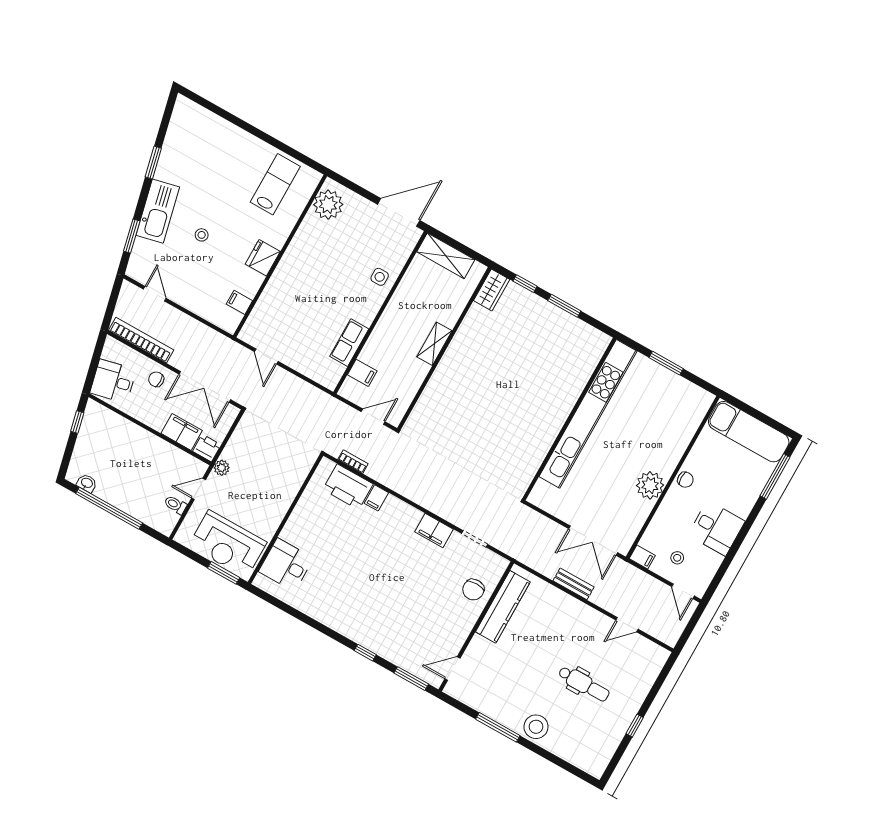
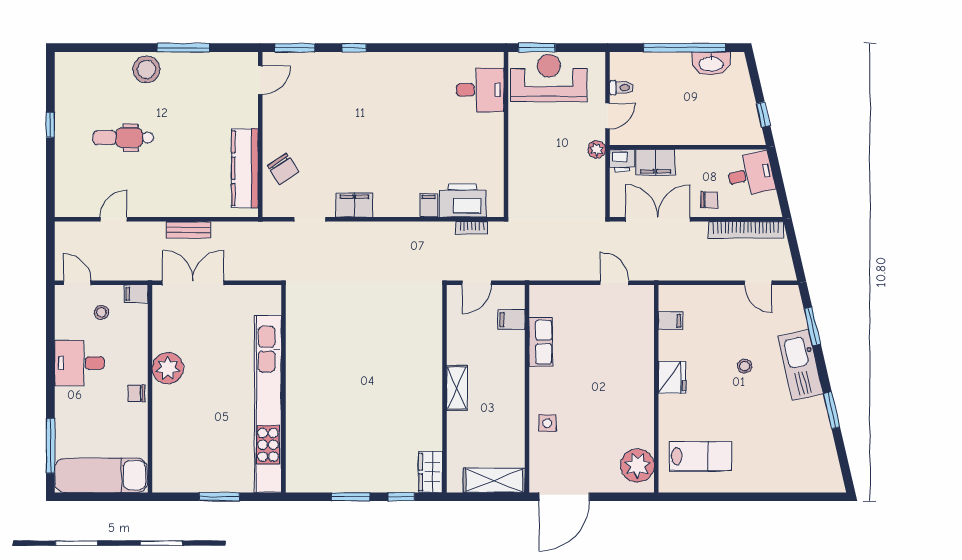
lab bench: (275, 184) -> (700, 456), turned -90
washbasin: (87, 483) -> (711, 63), width x1.91, depth x1.45
chair: (473, 590) -> (283, 169), turned 146

